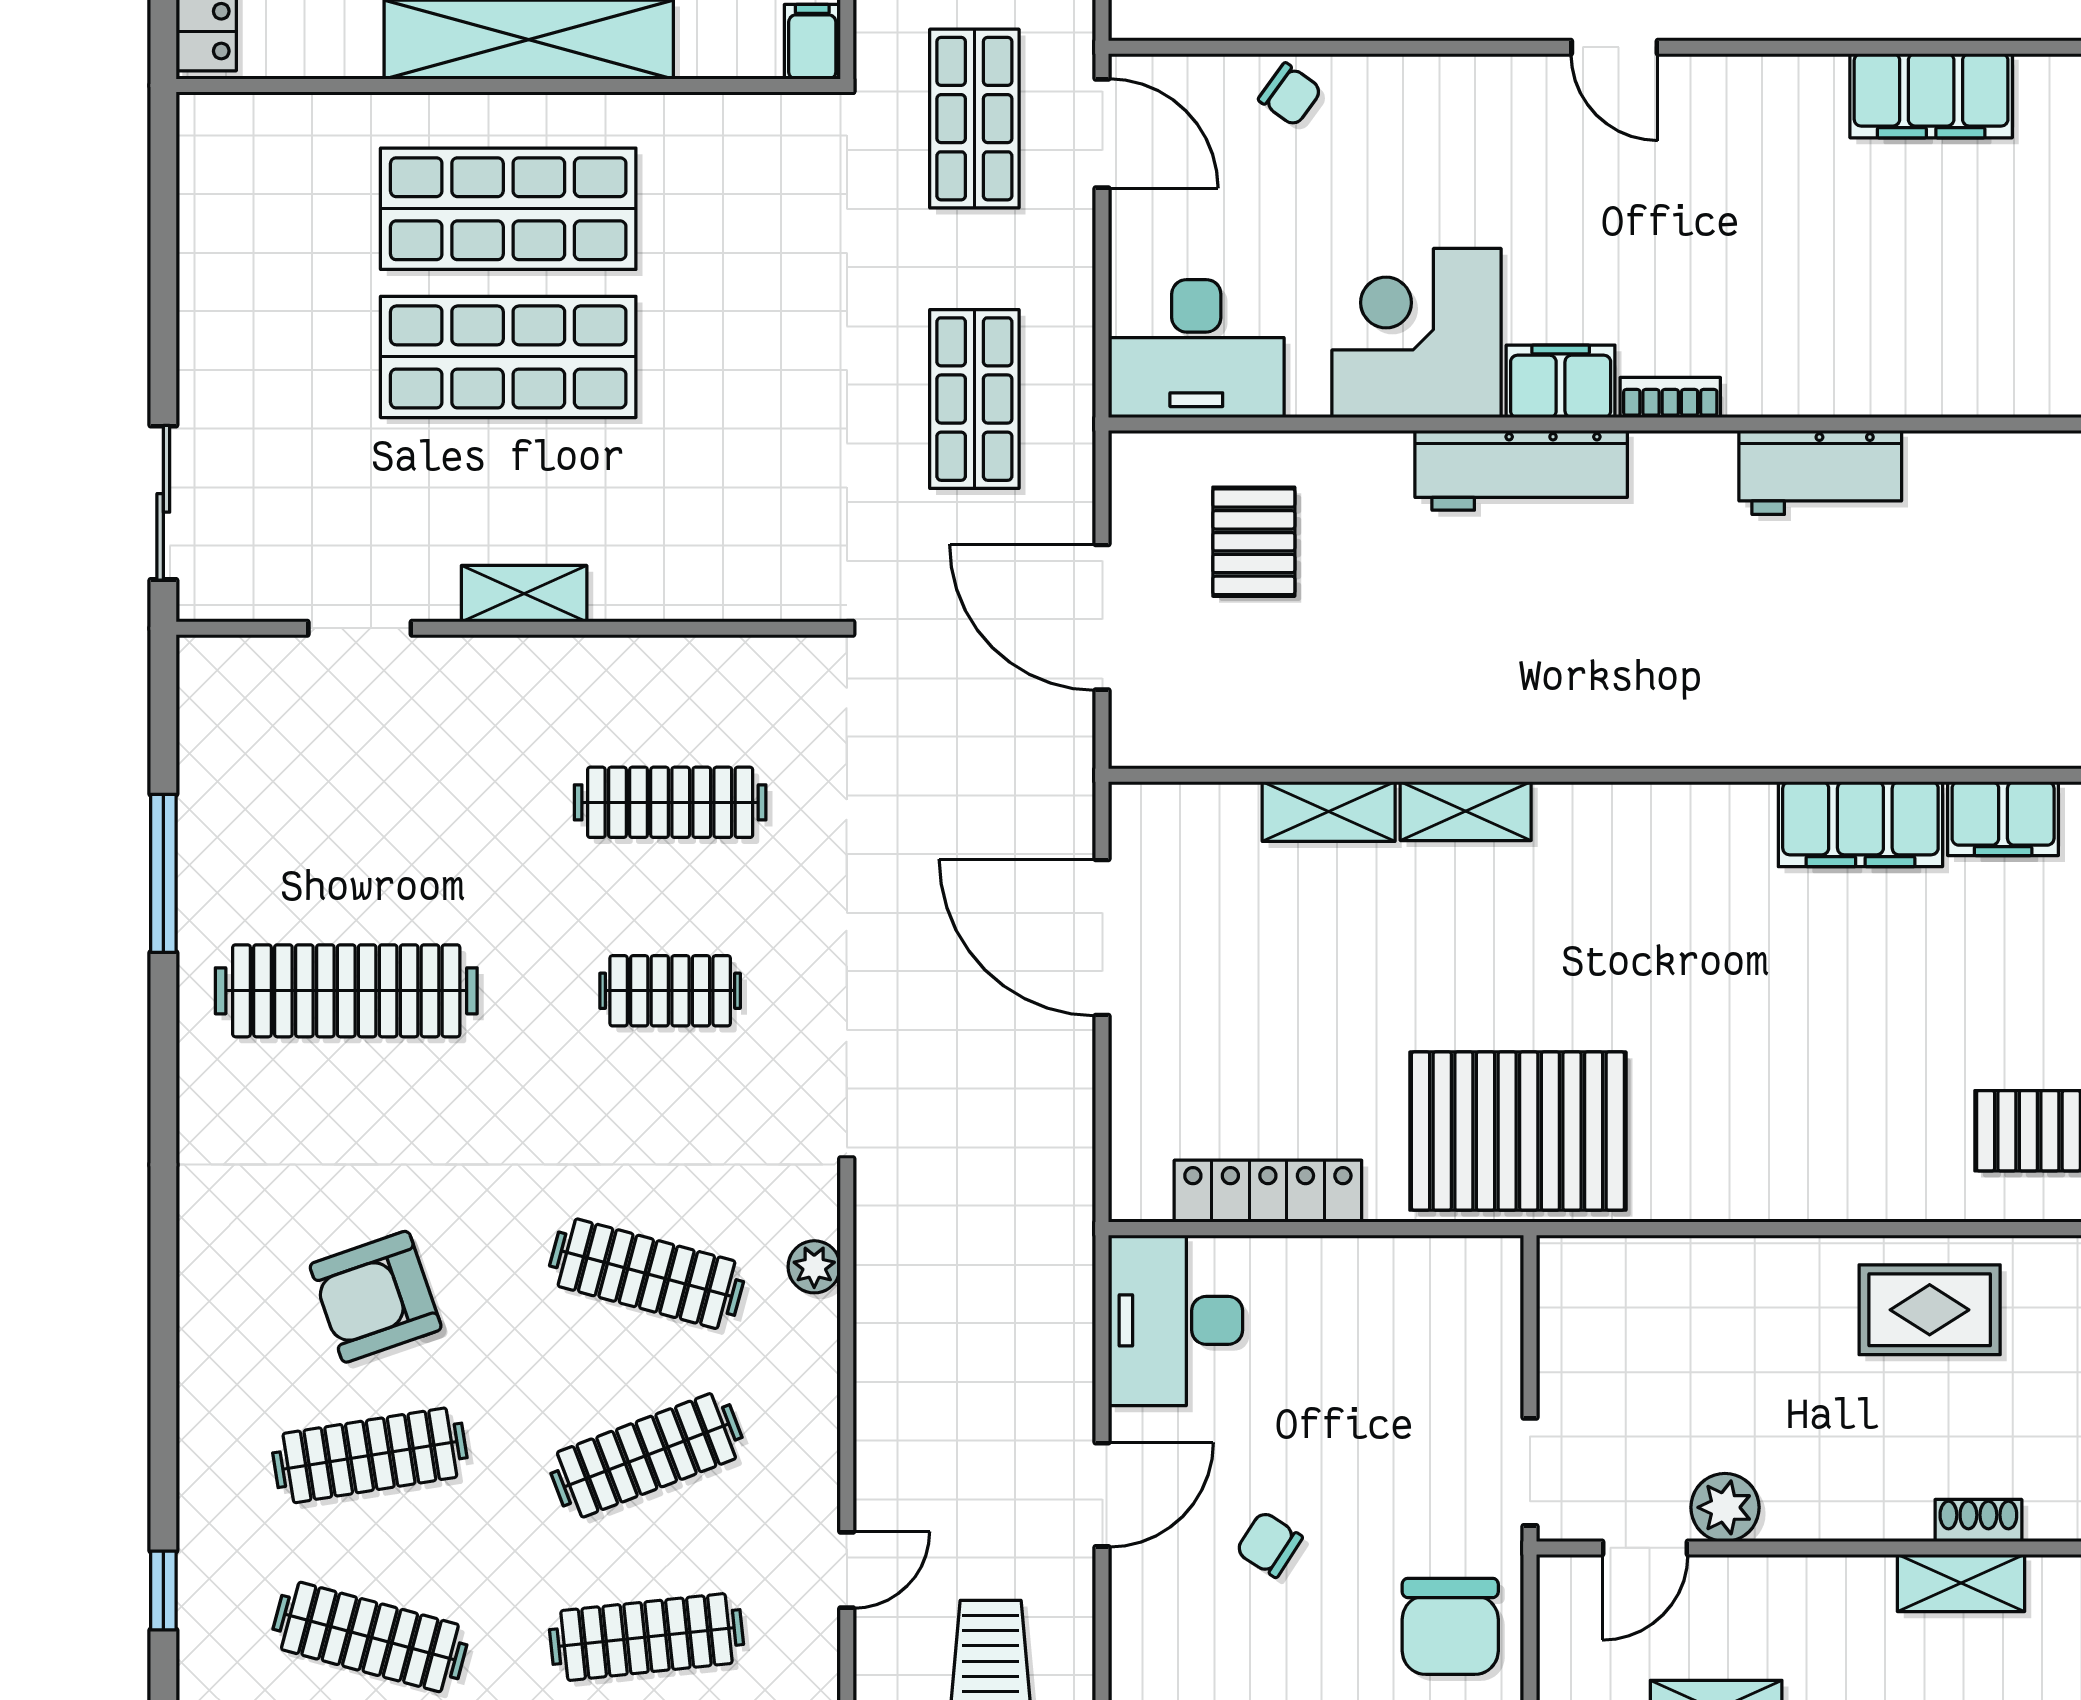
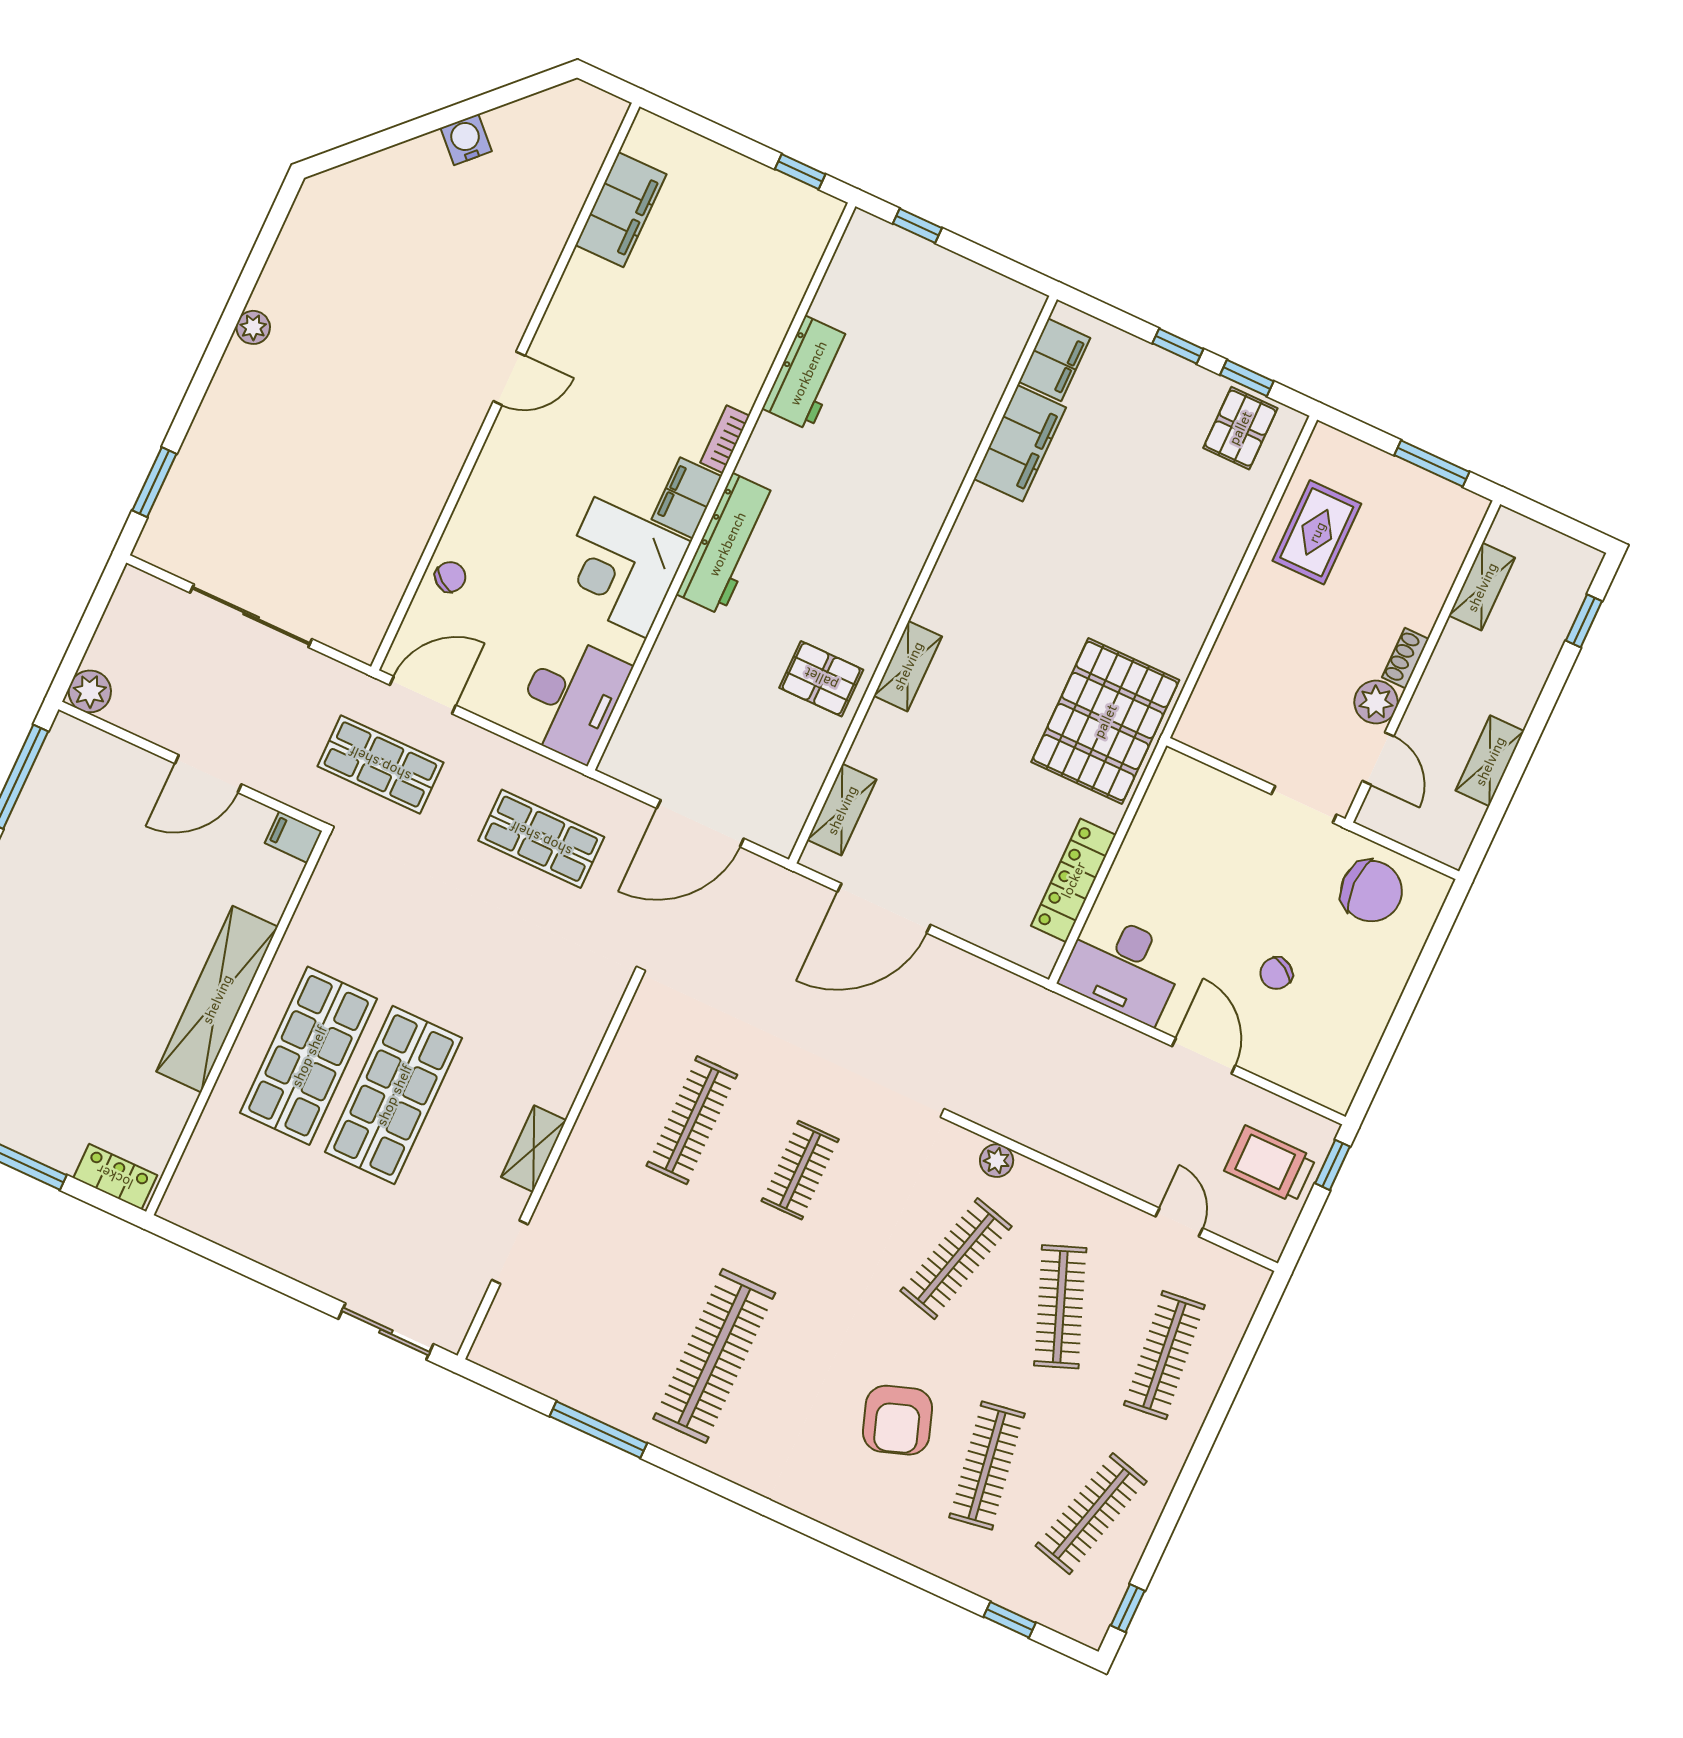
pallet: (1254, 542) -> (821, 679), moved
shelving: (1329, 812) -> (842, 810), moved
shoe rack: (1978, 1520) -> (1405, 658), moved

